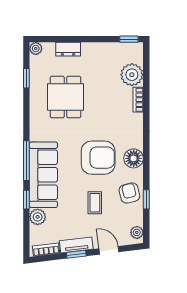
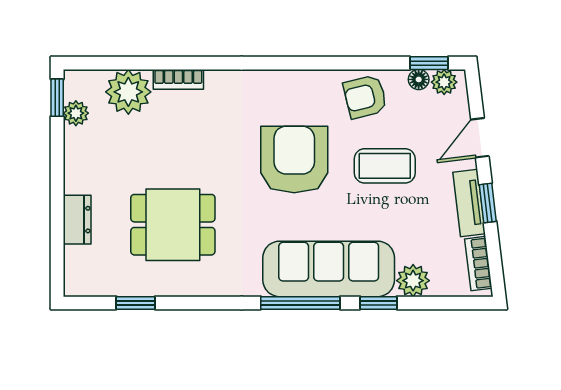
plant: (36, 49) -> (76, 113), moved
floor lamp: (134, 158) -> (419, 79), moved, width x0.53, depth x0.53
window: (146, 199) -> (429, 63), moved
coffee table: (95, 203) -> (385, 166), width x1.36, depth x1.30

